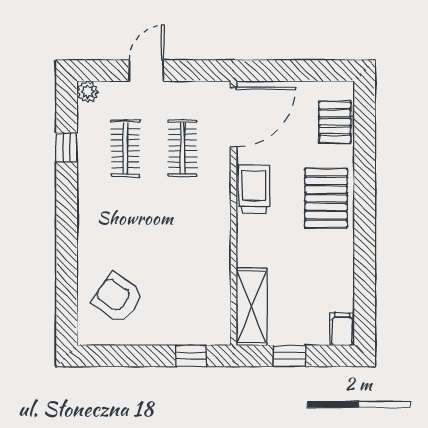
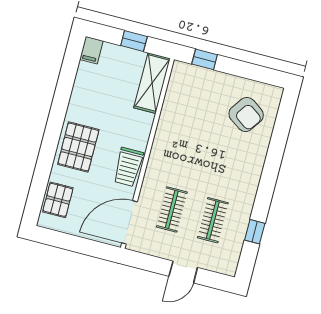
plant: (88, 92) -> (229, 268), removed

